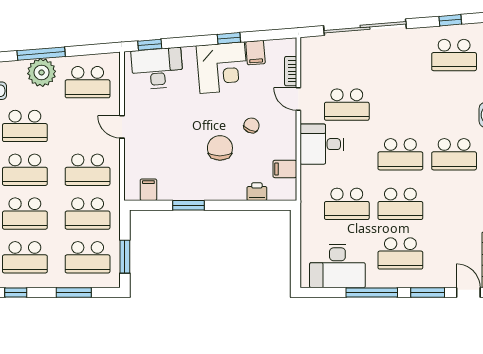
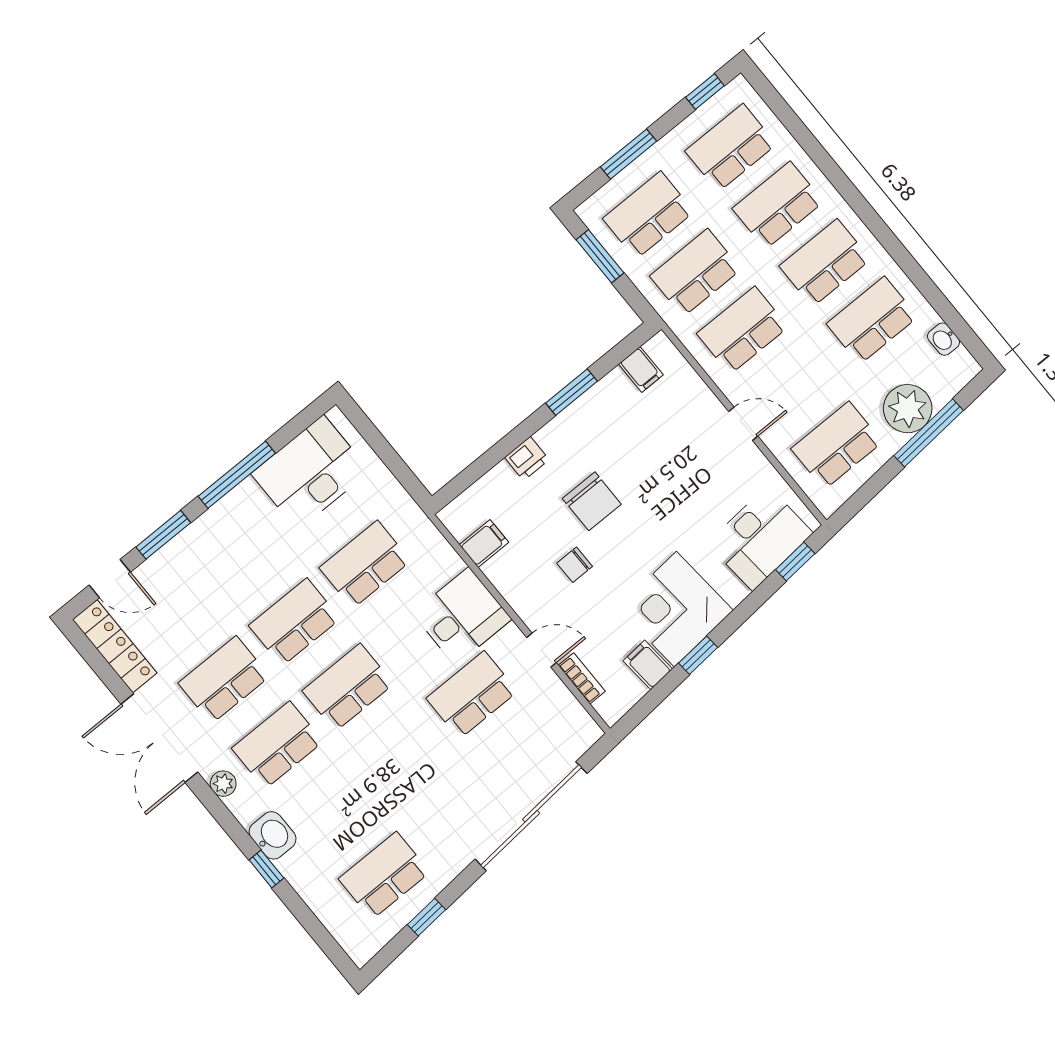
chair: (251, 125) -> (575, 565), turned 66
printer: (257, 192) -> (527, 459), moved
school desk: (400, 253) -> (224, 680), moved

